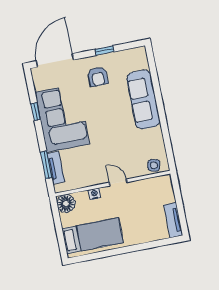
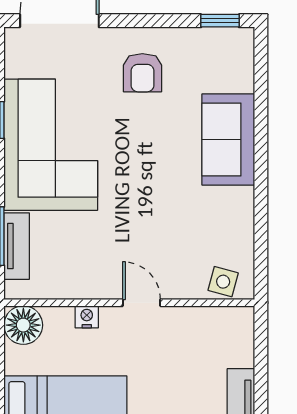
window: (105, 50) -> (220, 21), moved
sofa: (143, 100) -> (228, 139), width x0.73

